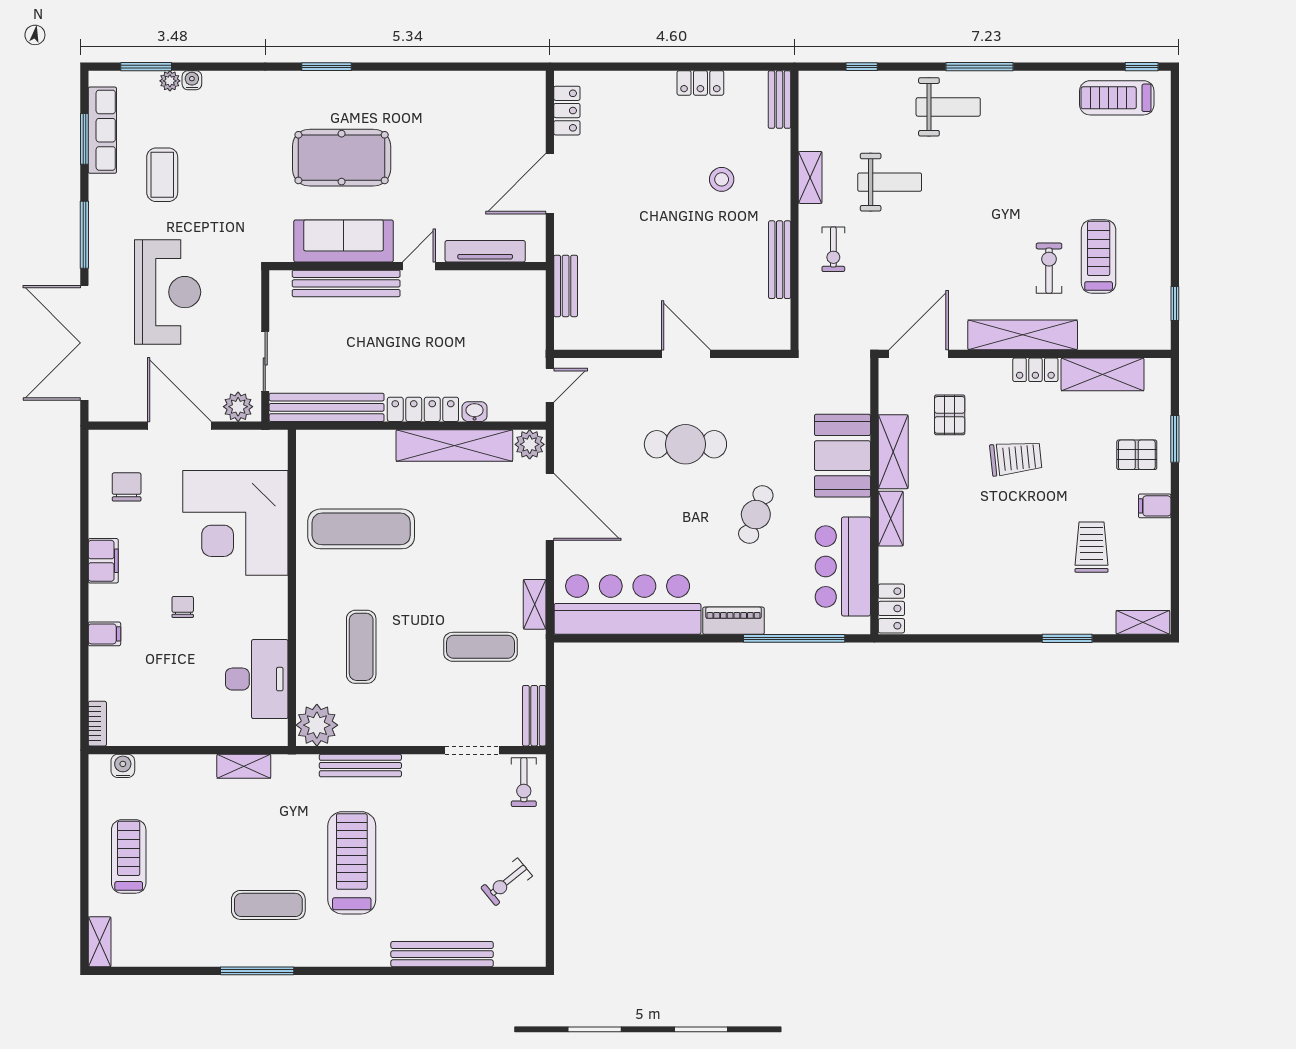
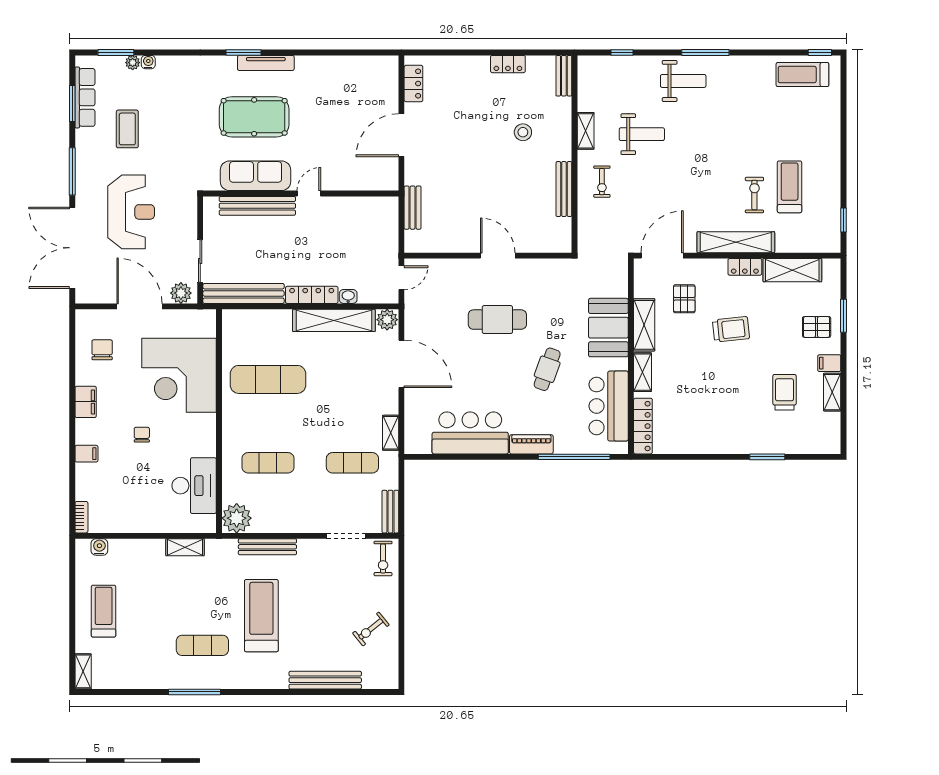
tv unit: (485, 251) -> (266, 63), moved, turned 180
bar counter: (628, 605) -> (470, 433), width x0.73
locker: (891, 608) -> (643, 426), width x1.53
shelving: (1143, 622) -> (832, 392), moved, turned 90
exercise mat: (361, 647) -> (268, 463), turned 90

